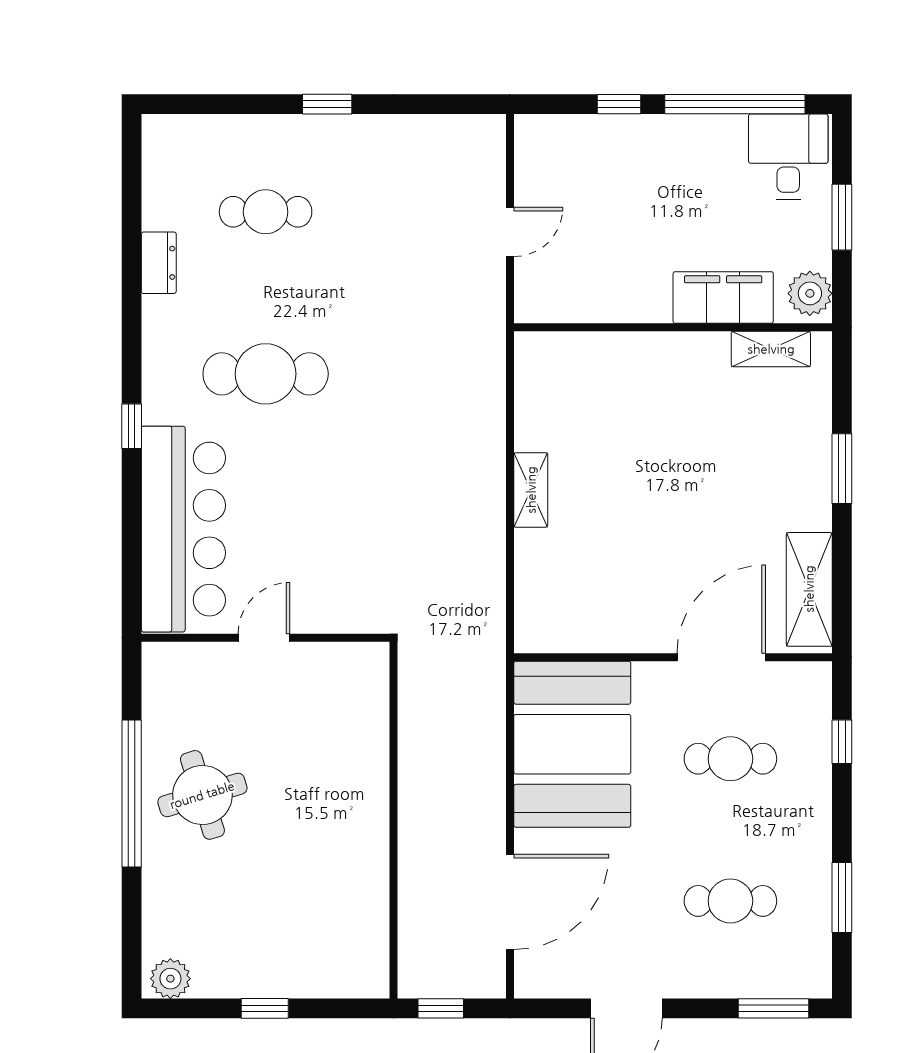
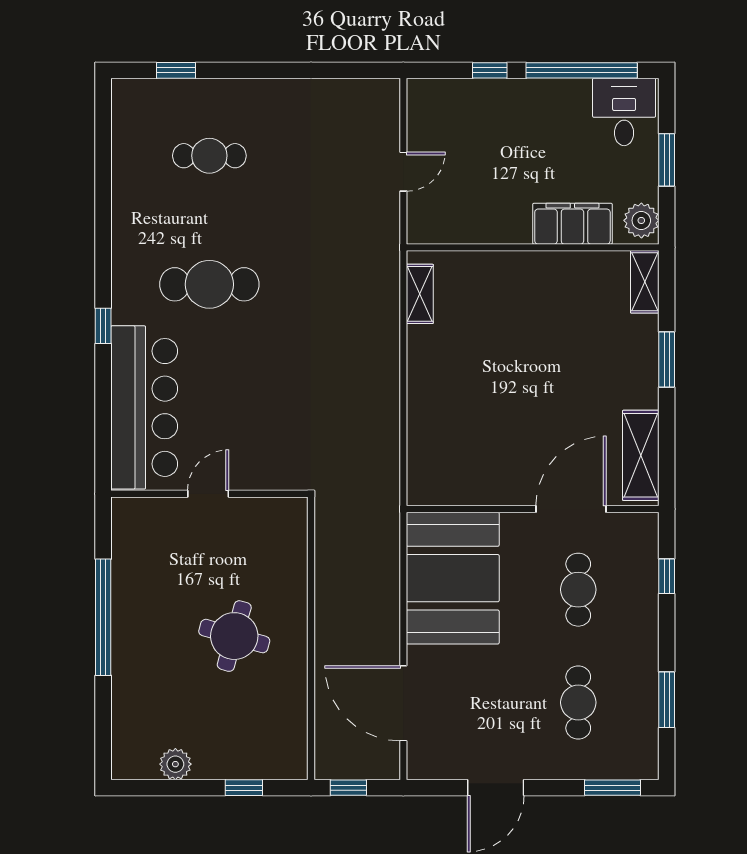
window: (327, 104) -> (176, 70), moved
dresser: (159, 263) -> (125, 196), removed
shelving: (771, 349) -> (645, 282), moved, turned 90
shelving: (531, 490) -> (420, 294), moved
cafe table: (730, 759) -> (578, 590), turned 90
round table: (202, 795) -> (234, 636), moved, turned 33
cafe table: (730, 901) -> (578, 702), turned 90
door: (510, 902) -> (403, 703), swing flipped
plant: (170, 979) -> (175, 764), moved
window: (265, 1008) -> (244, 788), moved

